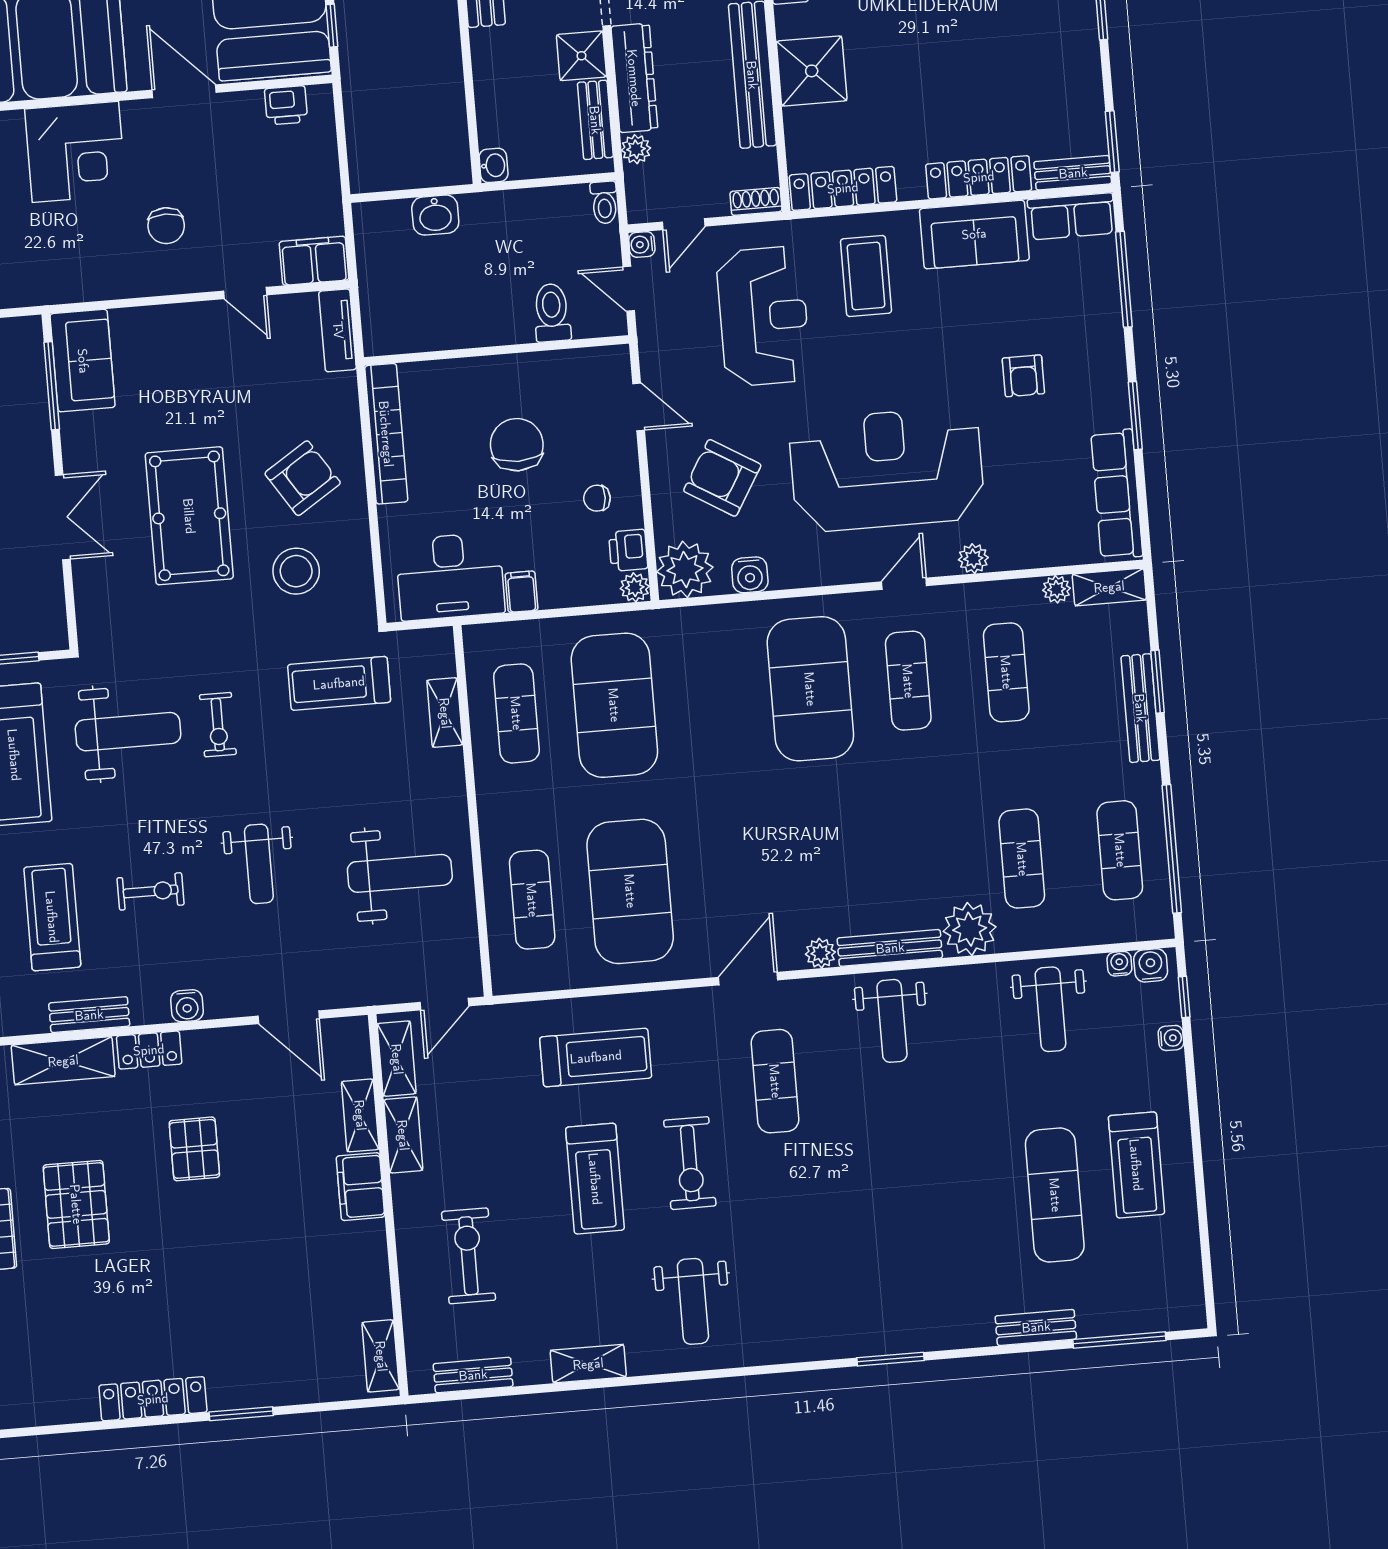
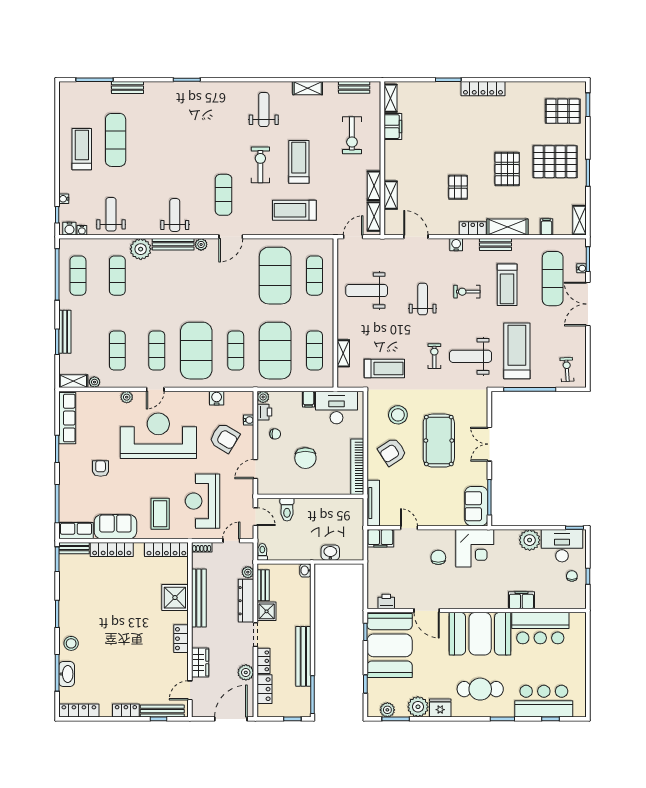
corner desk: (75, 152) -> (475, 548), moved, turned 180
water cooler: (642, 244) -> (249, 420), moved
tv unit: (338, 330) -> (373, 503), width x1.41
door: (639, 407) -> (255, 469), hinge flipped
reception desk: (887, 469) -> (158, 436), turned 180
plant: (685, 569) -> (242, 402), removed
exercise mat: (712, 697) -> (236, 351), added
filing cabinet: (360, 1187) -> (393, 127), moved

